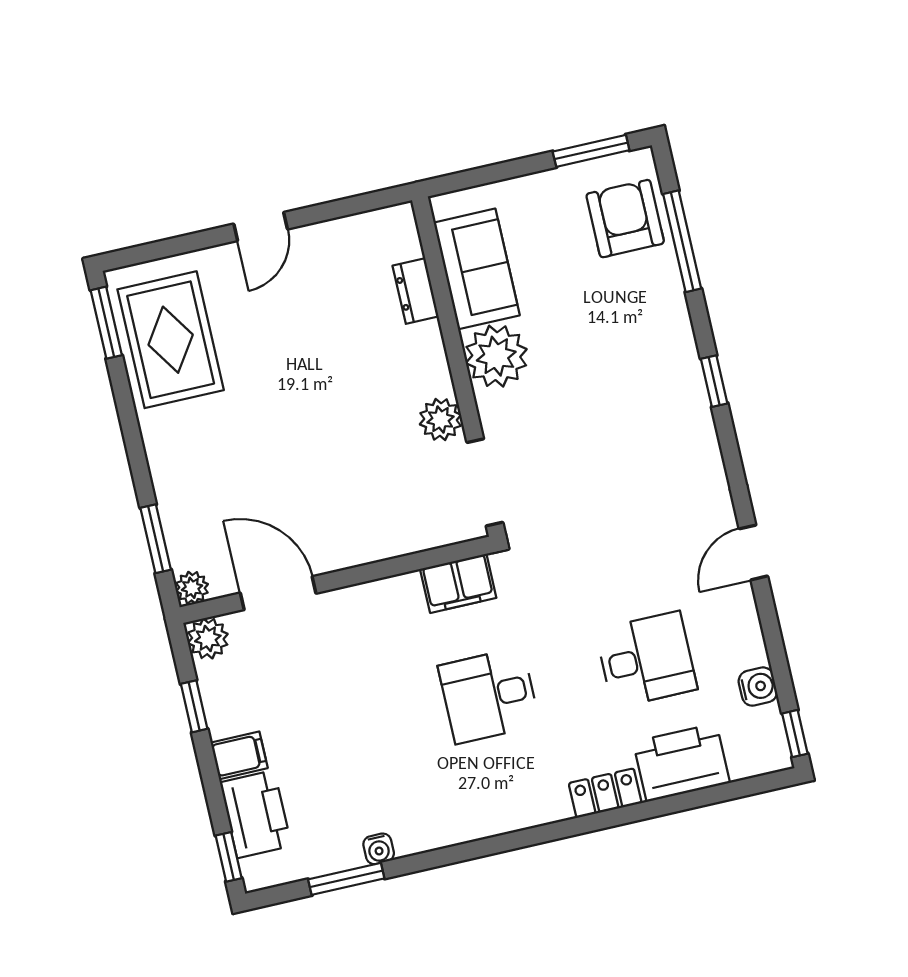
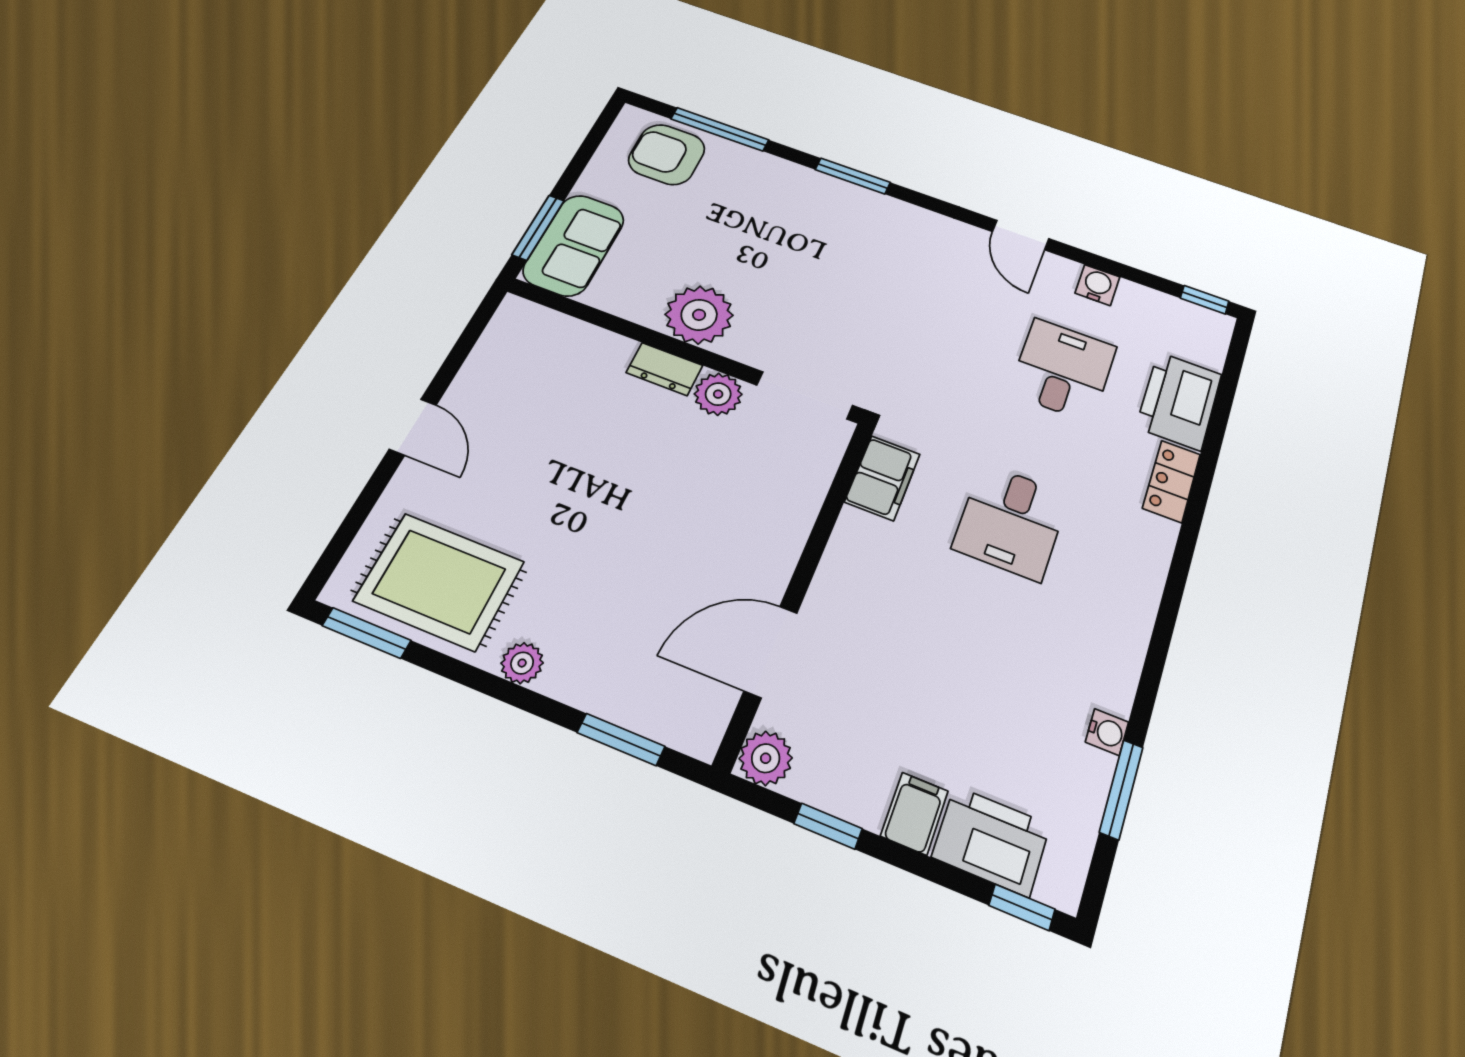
window: (591, 151) -> (538, 227), moved
sofa: (477, 269) -> (574, 245), moved, turned 90
dresser: (416, 291) -> (664, 369), moved
window: (714, 381) -> (853, 176), width x1.50
plant: (192, 588) -> (522, 663), moved
water cooler: (758, 687) -> (1097, 285), moved

